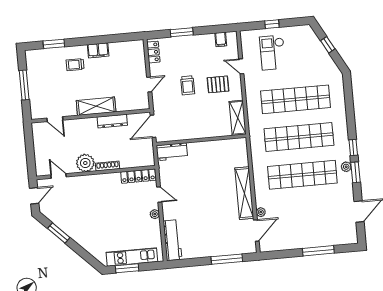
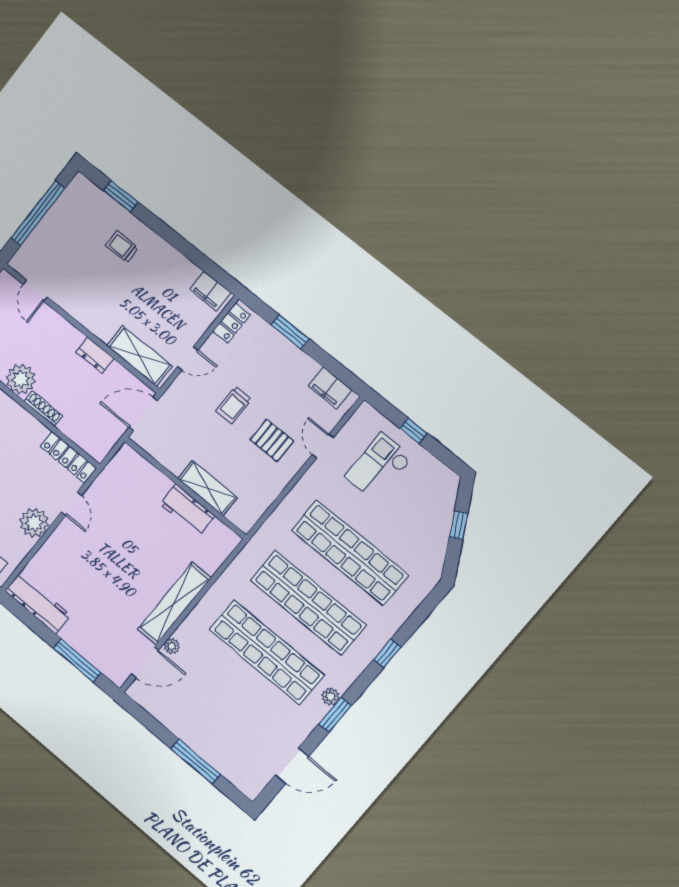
filing cabinet: (221, 39) -> (330, 388), width x2.00
filing cabinet: (98, 50) -> (210, 291), moved
window: (24, 85) -> (38, 213), width x1.46
shelving: (96, 106) -> (139, 356), moved
shelving: (238, 118) -> (208, 488), moved, turned 90
dresser: (112, 121) -> (95, 355), width x0.70
window: (353, 148) -> (387, 653), moved
workbench: (172, 152) -> (187, 510), moved
plant: (155, 214) -> (34, 523), width x1.88, depth x1.88
workbench: (172, 240) -> (38, 603), moved, turned -90

